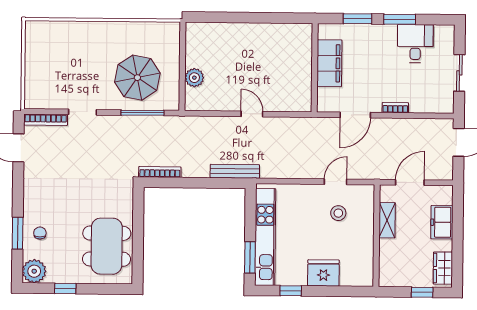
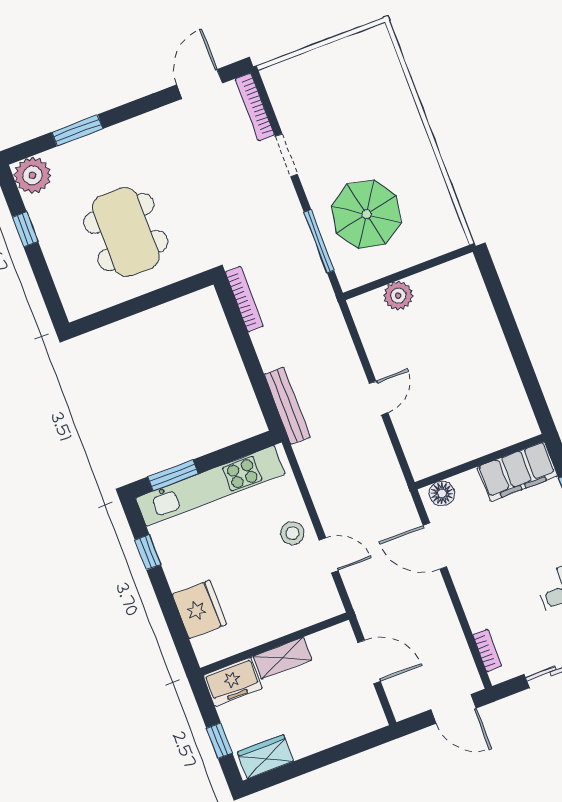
filing cabinet: (329, 63) -> (517, 471), moved
floor lamp: (325, 98) -> (442, 493), added
bookcase: (395, 108) -> (487, 650), moved
stool: (338, 213) -> (293, 533), moved
shelving: (387, 220) -> (282, 658), moved
freezer: (442, 222) -> (233, 682), moved, turned 180
chair: (40, 233) -> (90, 162), removed
dining table: (107, 246) -> (126, 232), moved, turned 90
fridge: (323, 273) -> (199, 609), moved

